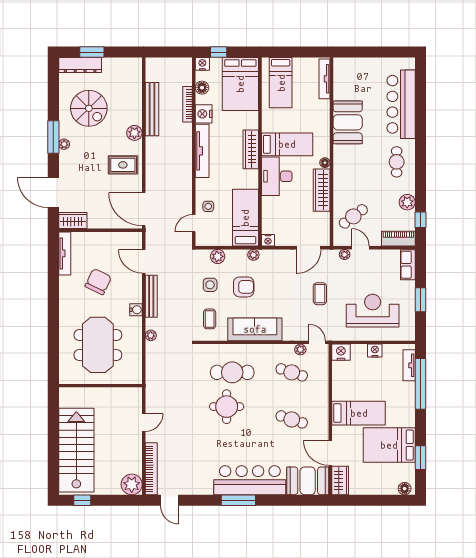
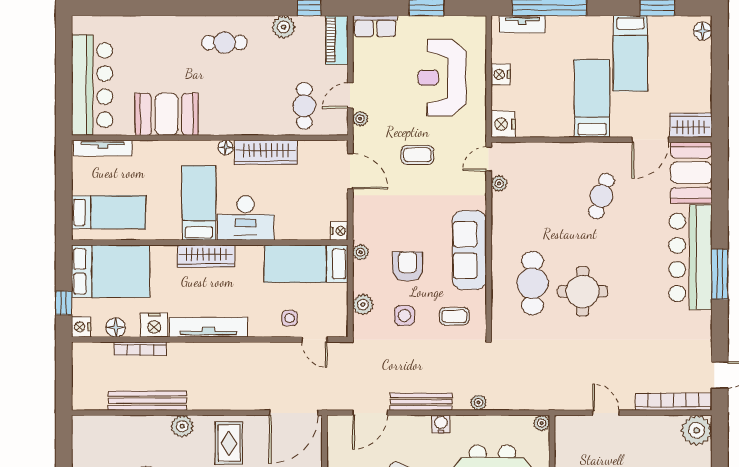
bar counter: (401, 104) -> (92, 85), moved, turned -90
cafe table: (353, 216) -> (304, 106), turned 37
cafe table: (292, 372) -> (533, 196), removed
plant: (137, 379) -> (542, 423), added
bed: (389, 445) -> (630, 53), width x0.67

